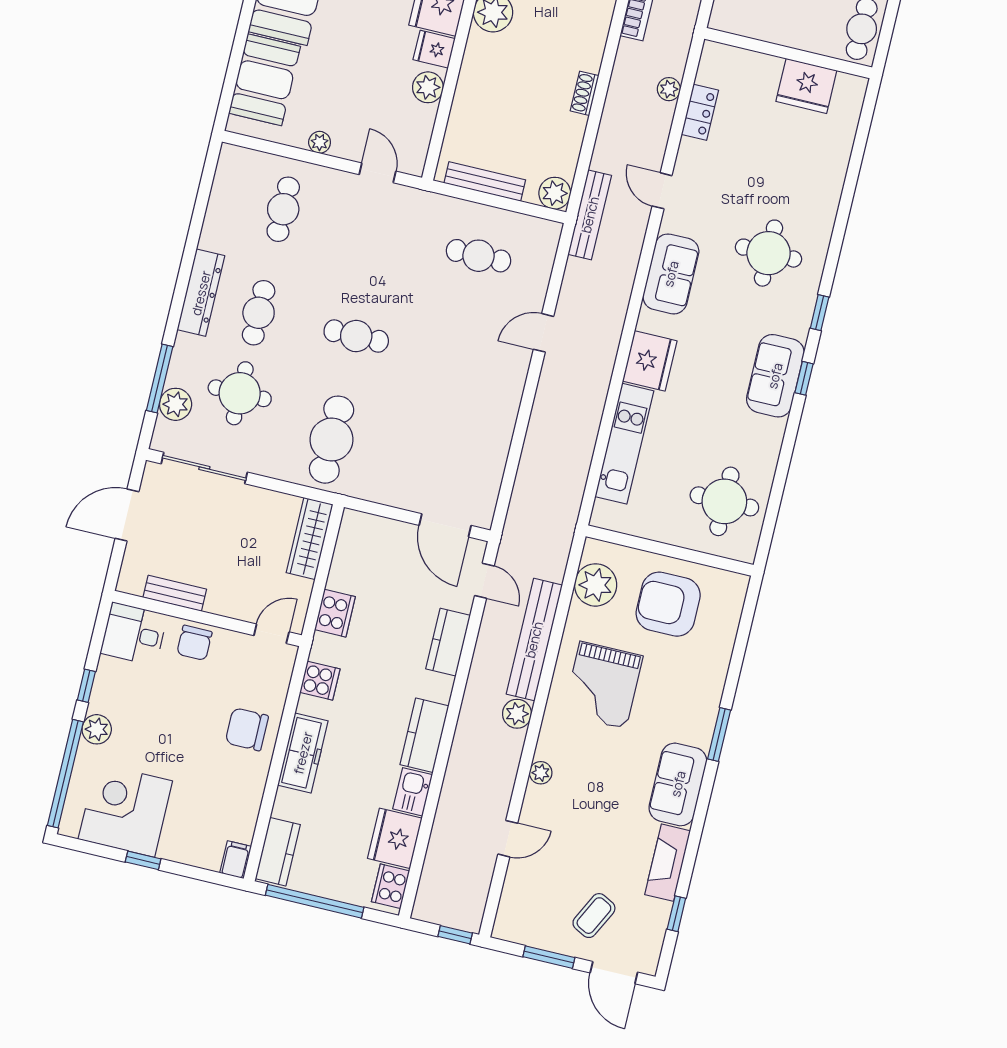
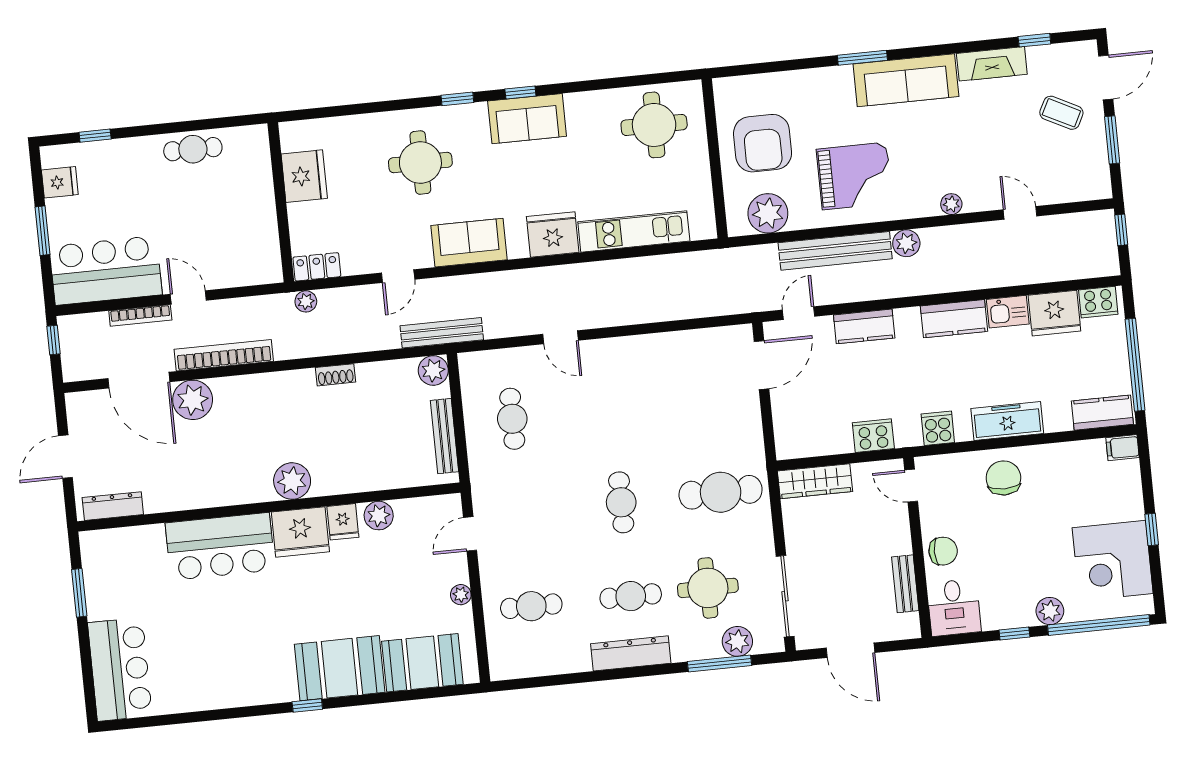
wall: (788, 53) -> (281, 202), moved
fridge: (806, 86) -> (304, 176), moved
chair: (247, 729) -> (1003, 478), turned 180
sofa: (678, 784) -> (906, 80), width x1.36

